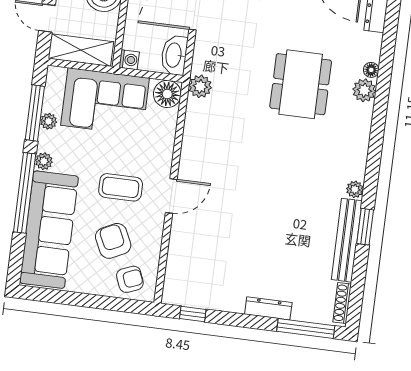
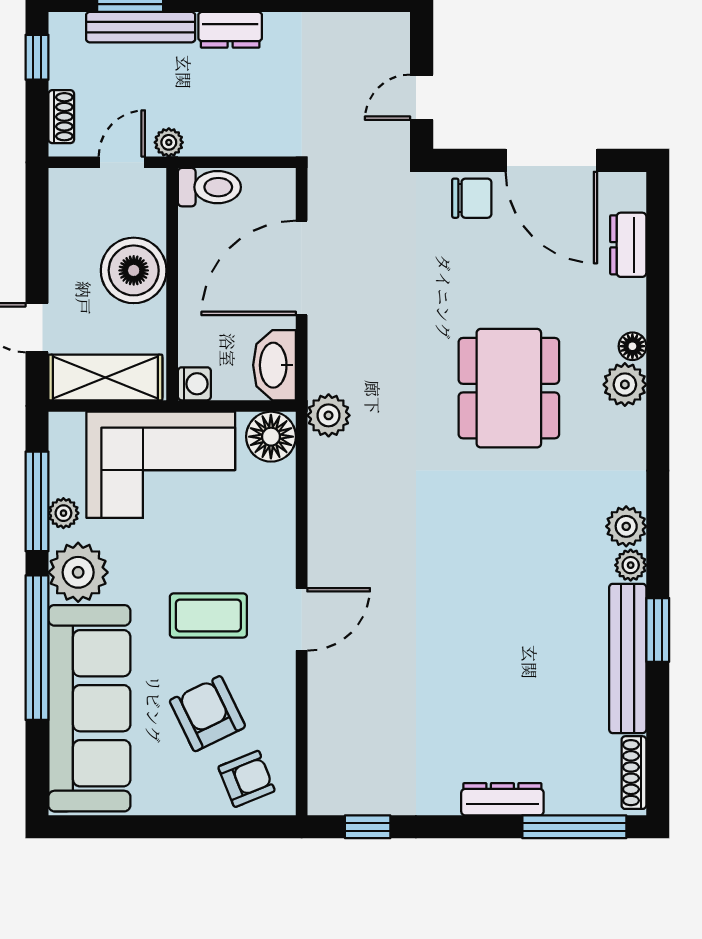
plant: (44, 161) -> (78, 572), width x1.88, depth x1.88
plant: (355, 168) -> (626, 526), added

